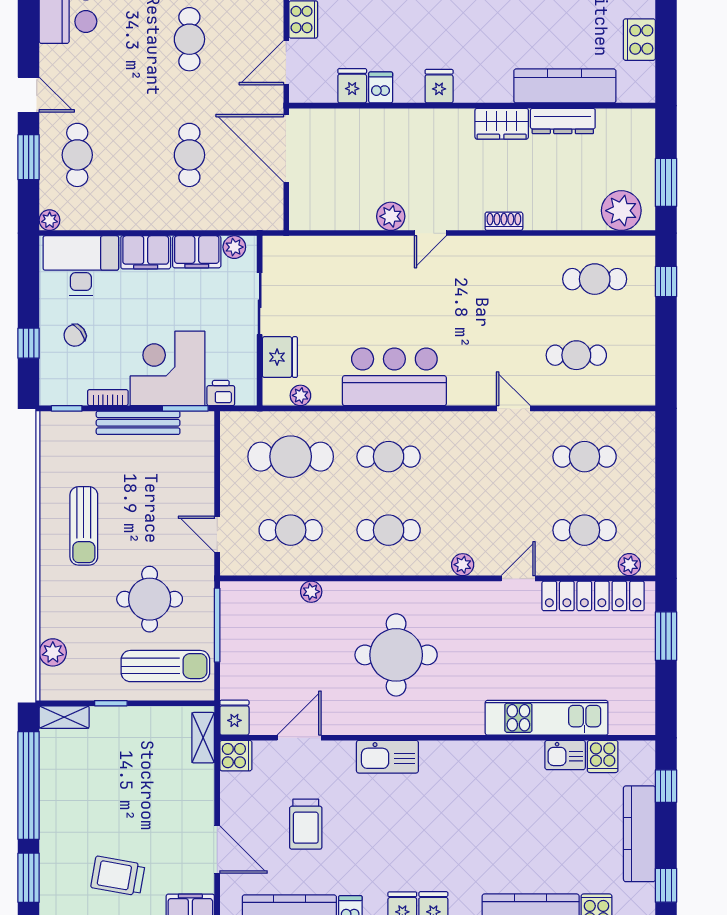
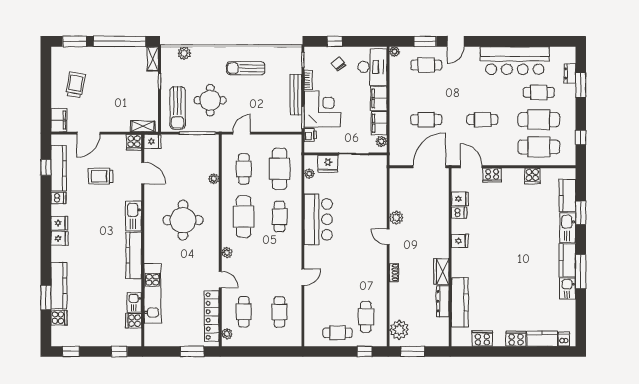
cafe table: (576, 355) -> (338, 333), moved, turned 90
cafe table: (389, 530) -> (244, 217), width x1.37, depth x1.35
kitchen counter: (639, 834) -> (134, 255), moved, turned -90

